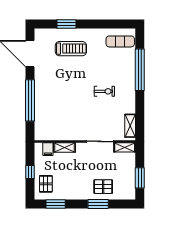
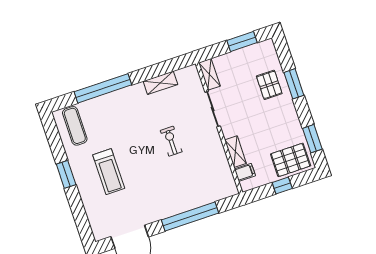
window: (67, 24) -> (66, 174), moved
treadmill: (71, 49) -> (109, 172), moved, turned 180
exercise bike: (104, 91) -> (171, 141), moved
shelving: (130, 126) -> (160, 83), moved
pallet: (46, 184) -> (291, 160), width x1.50, depth x1.42

